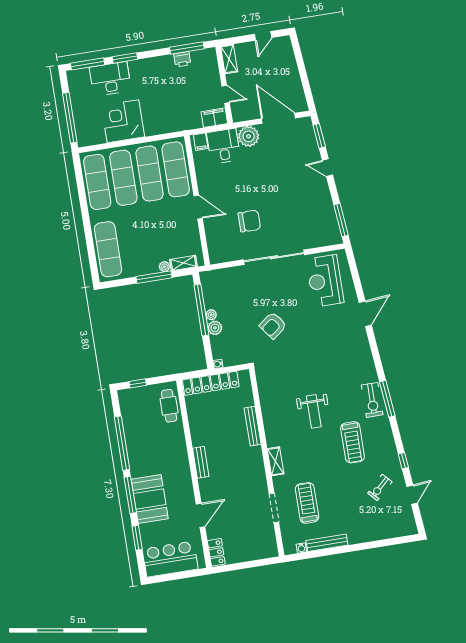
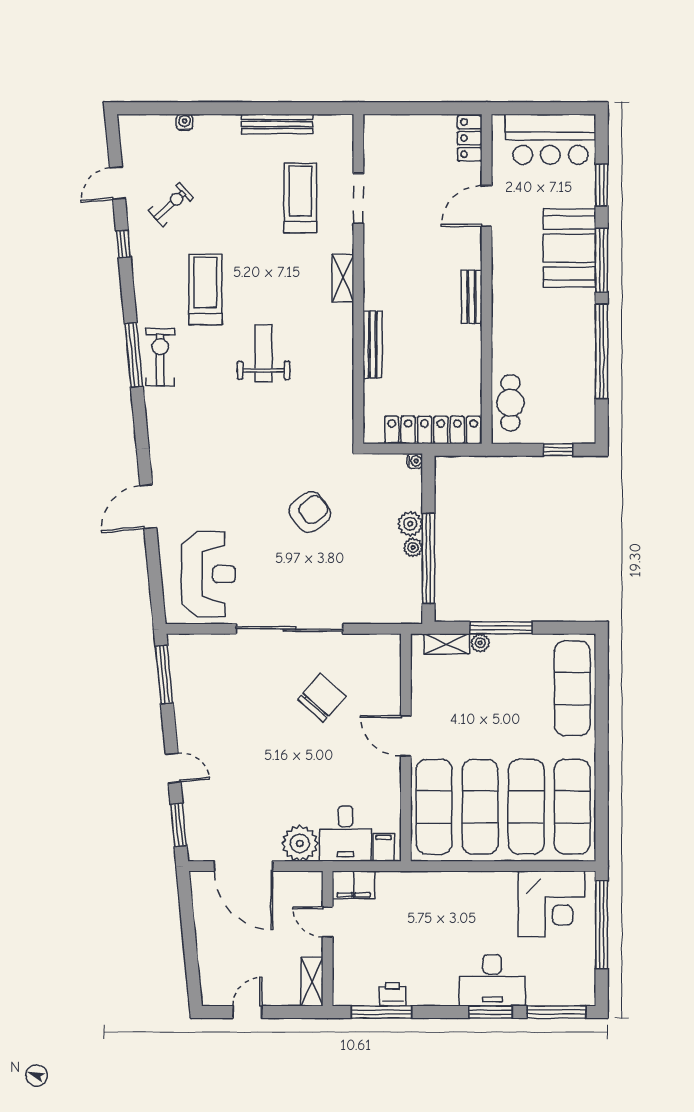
desk: (110, 79) -> (492, 980), moved
corner desk: (123, 121) -> (551, 904), moved
chair: (249, 221) -> (322, 698), turned 132
treadmill: (307, 503) -> (300, 198), turned 180
water cooler: (301, 548) -> (185, 122), moved

